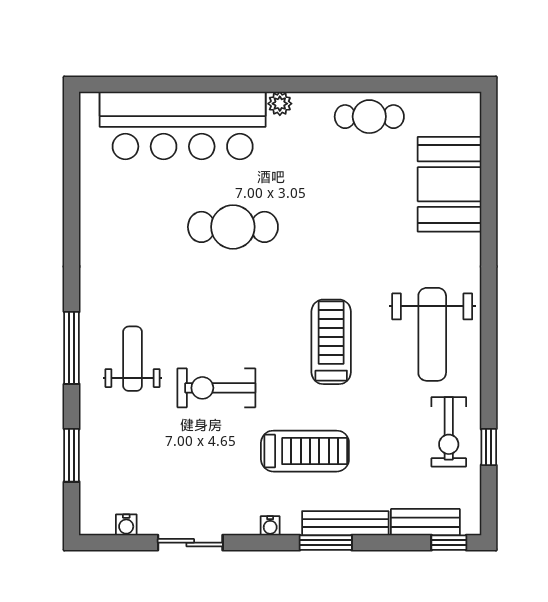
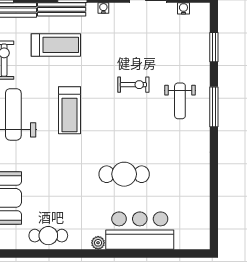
bar counter: (183, 126) -> (140, 231), width x0.73
exercise bike: (216, 388) -> (133, 85), width x0.73, depth x0.72
treadmill: (305, 451) -> (56, 45), moved, turned 180

